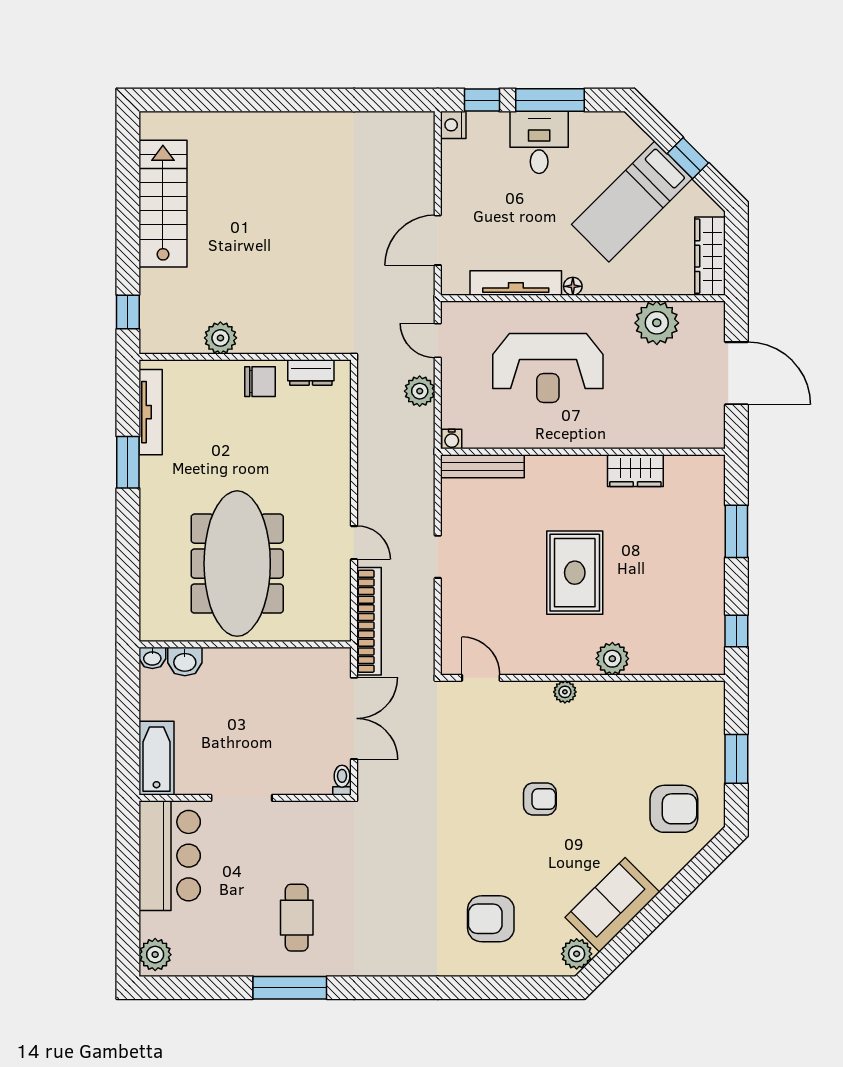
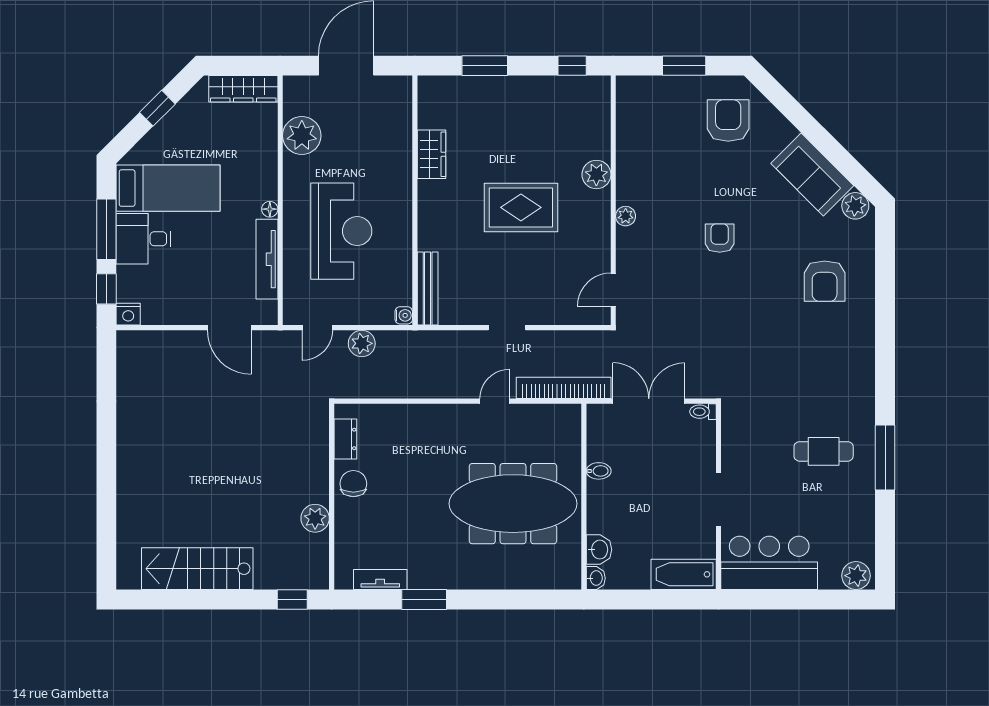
bed: (632, 202) -> (168, 188), moved, turned -45
tv unit: (151, 412) -> (380, 580), width x0.71
bidet: (274, 661) -> (599, 471), added

